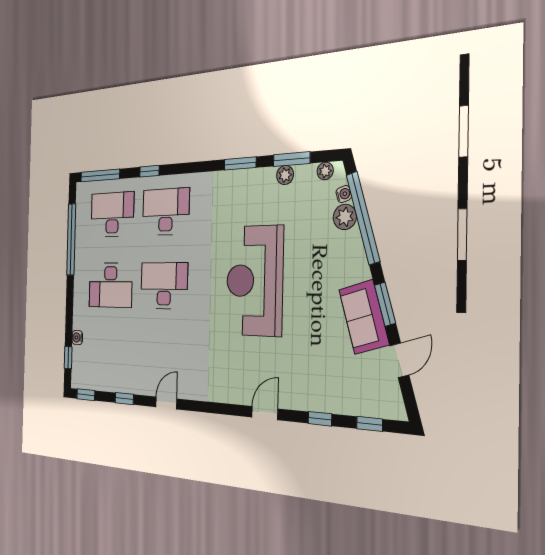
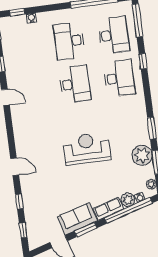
plant: (285, 175) -> (142, 155), width x1.88, depth x1.88
row of seats: (355, 256) -> (108, 209), added
reception desk: (255, 281) -> (87, 148), width x0.74, depth x0.77

